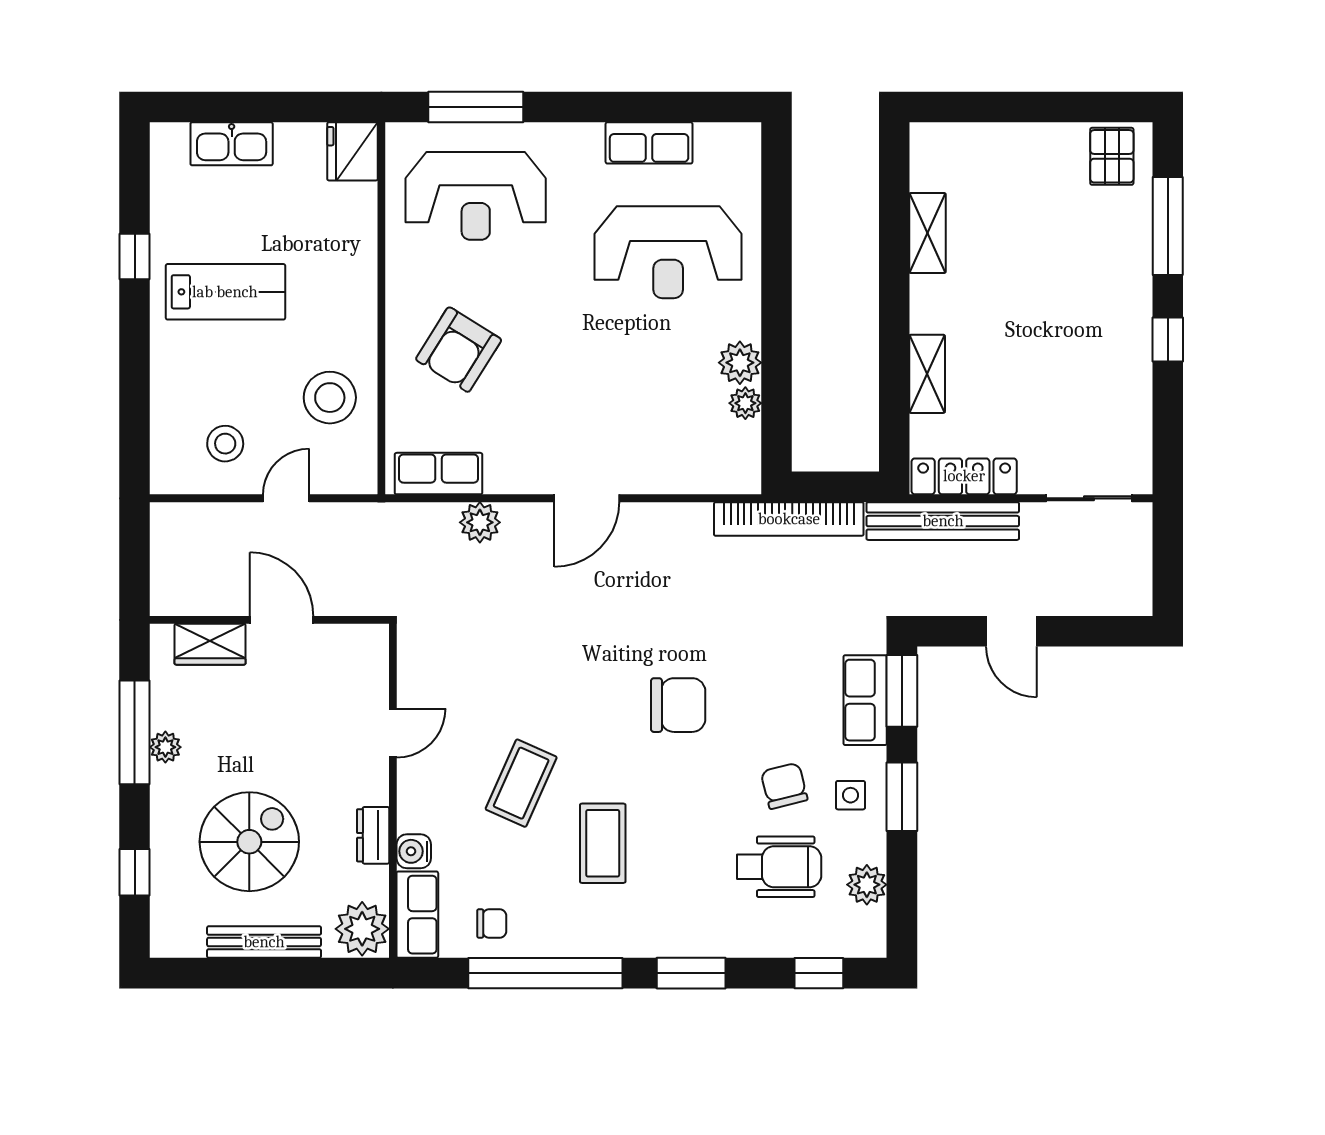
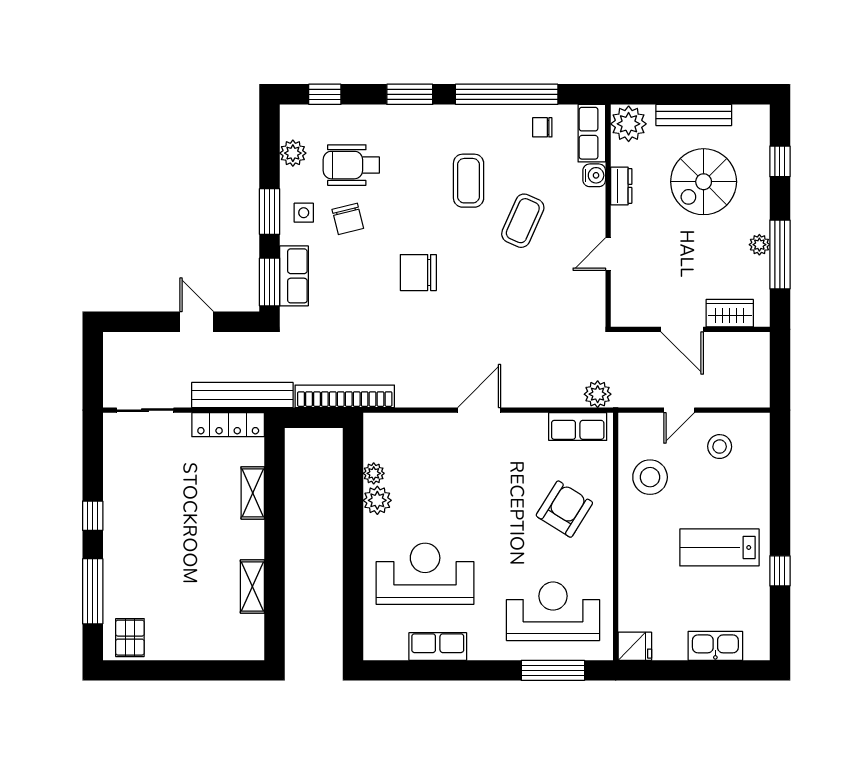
fridge: (353, 151) -> (635, 646), width x0.72
plant: (480, 522) -> (598, 394), moved

